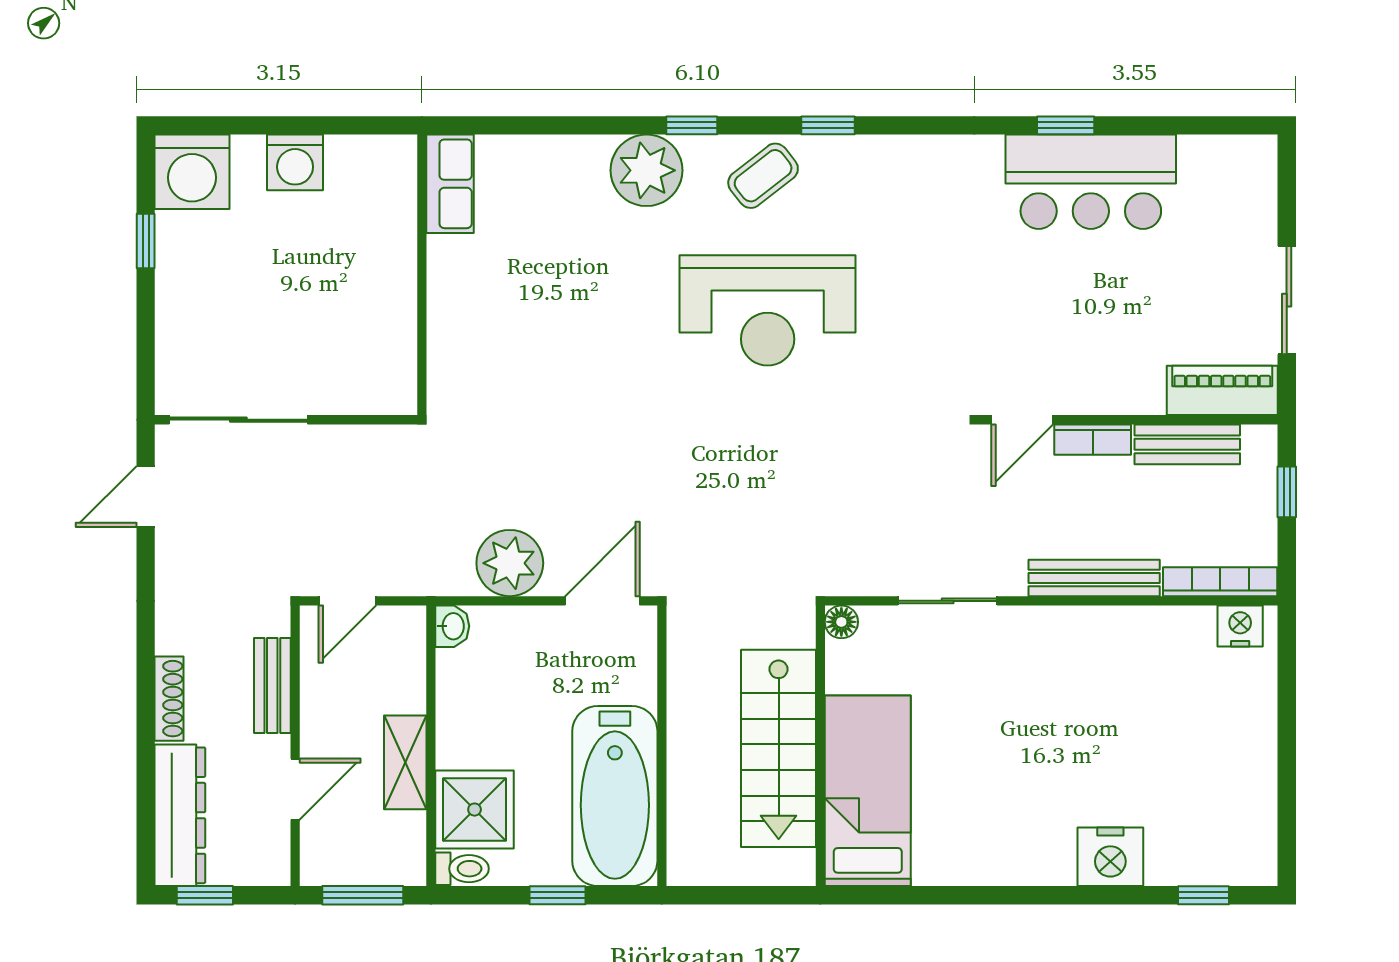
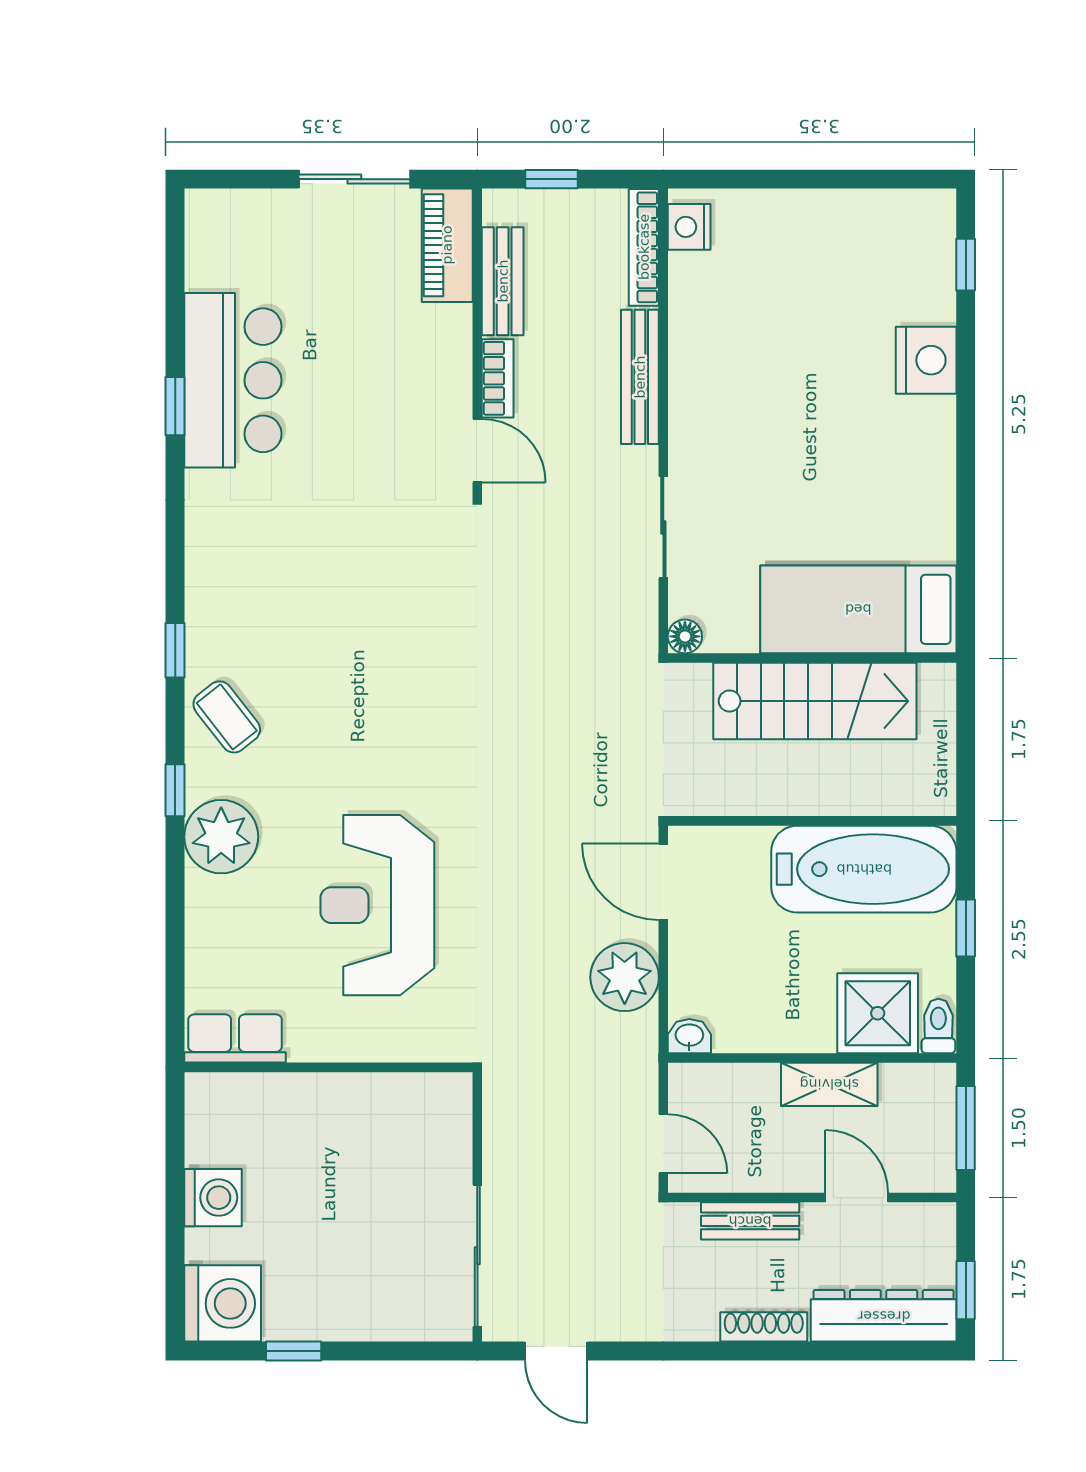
reception desk: (768, 310) -> (377, 905), moved, turned 180

